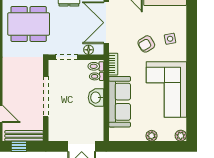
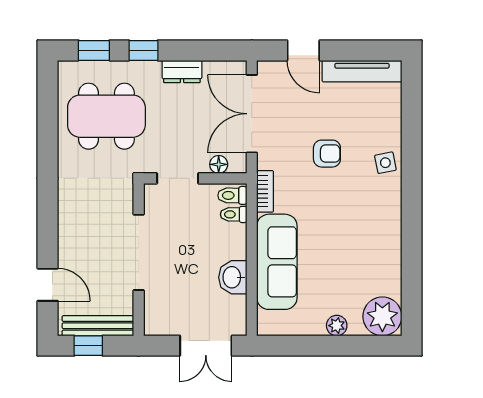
side table: (170, 39) -> (385, 163), moved
armchair: (146, 44) -> (327, 154), turned -149
corner sofa: (166, 90) -> (364, 239), removed
washbasin: (96, 98) -> (233, 277), moved
plant: (181, 136) -> (382, 316), width x1.88, depth x1.88

